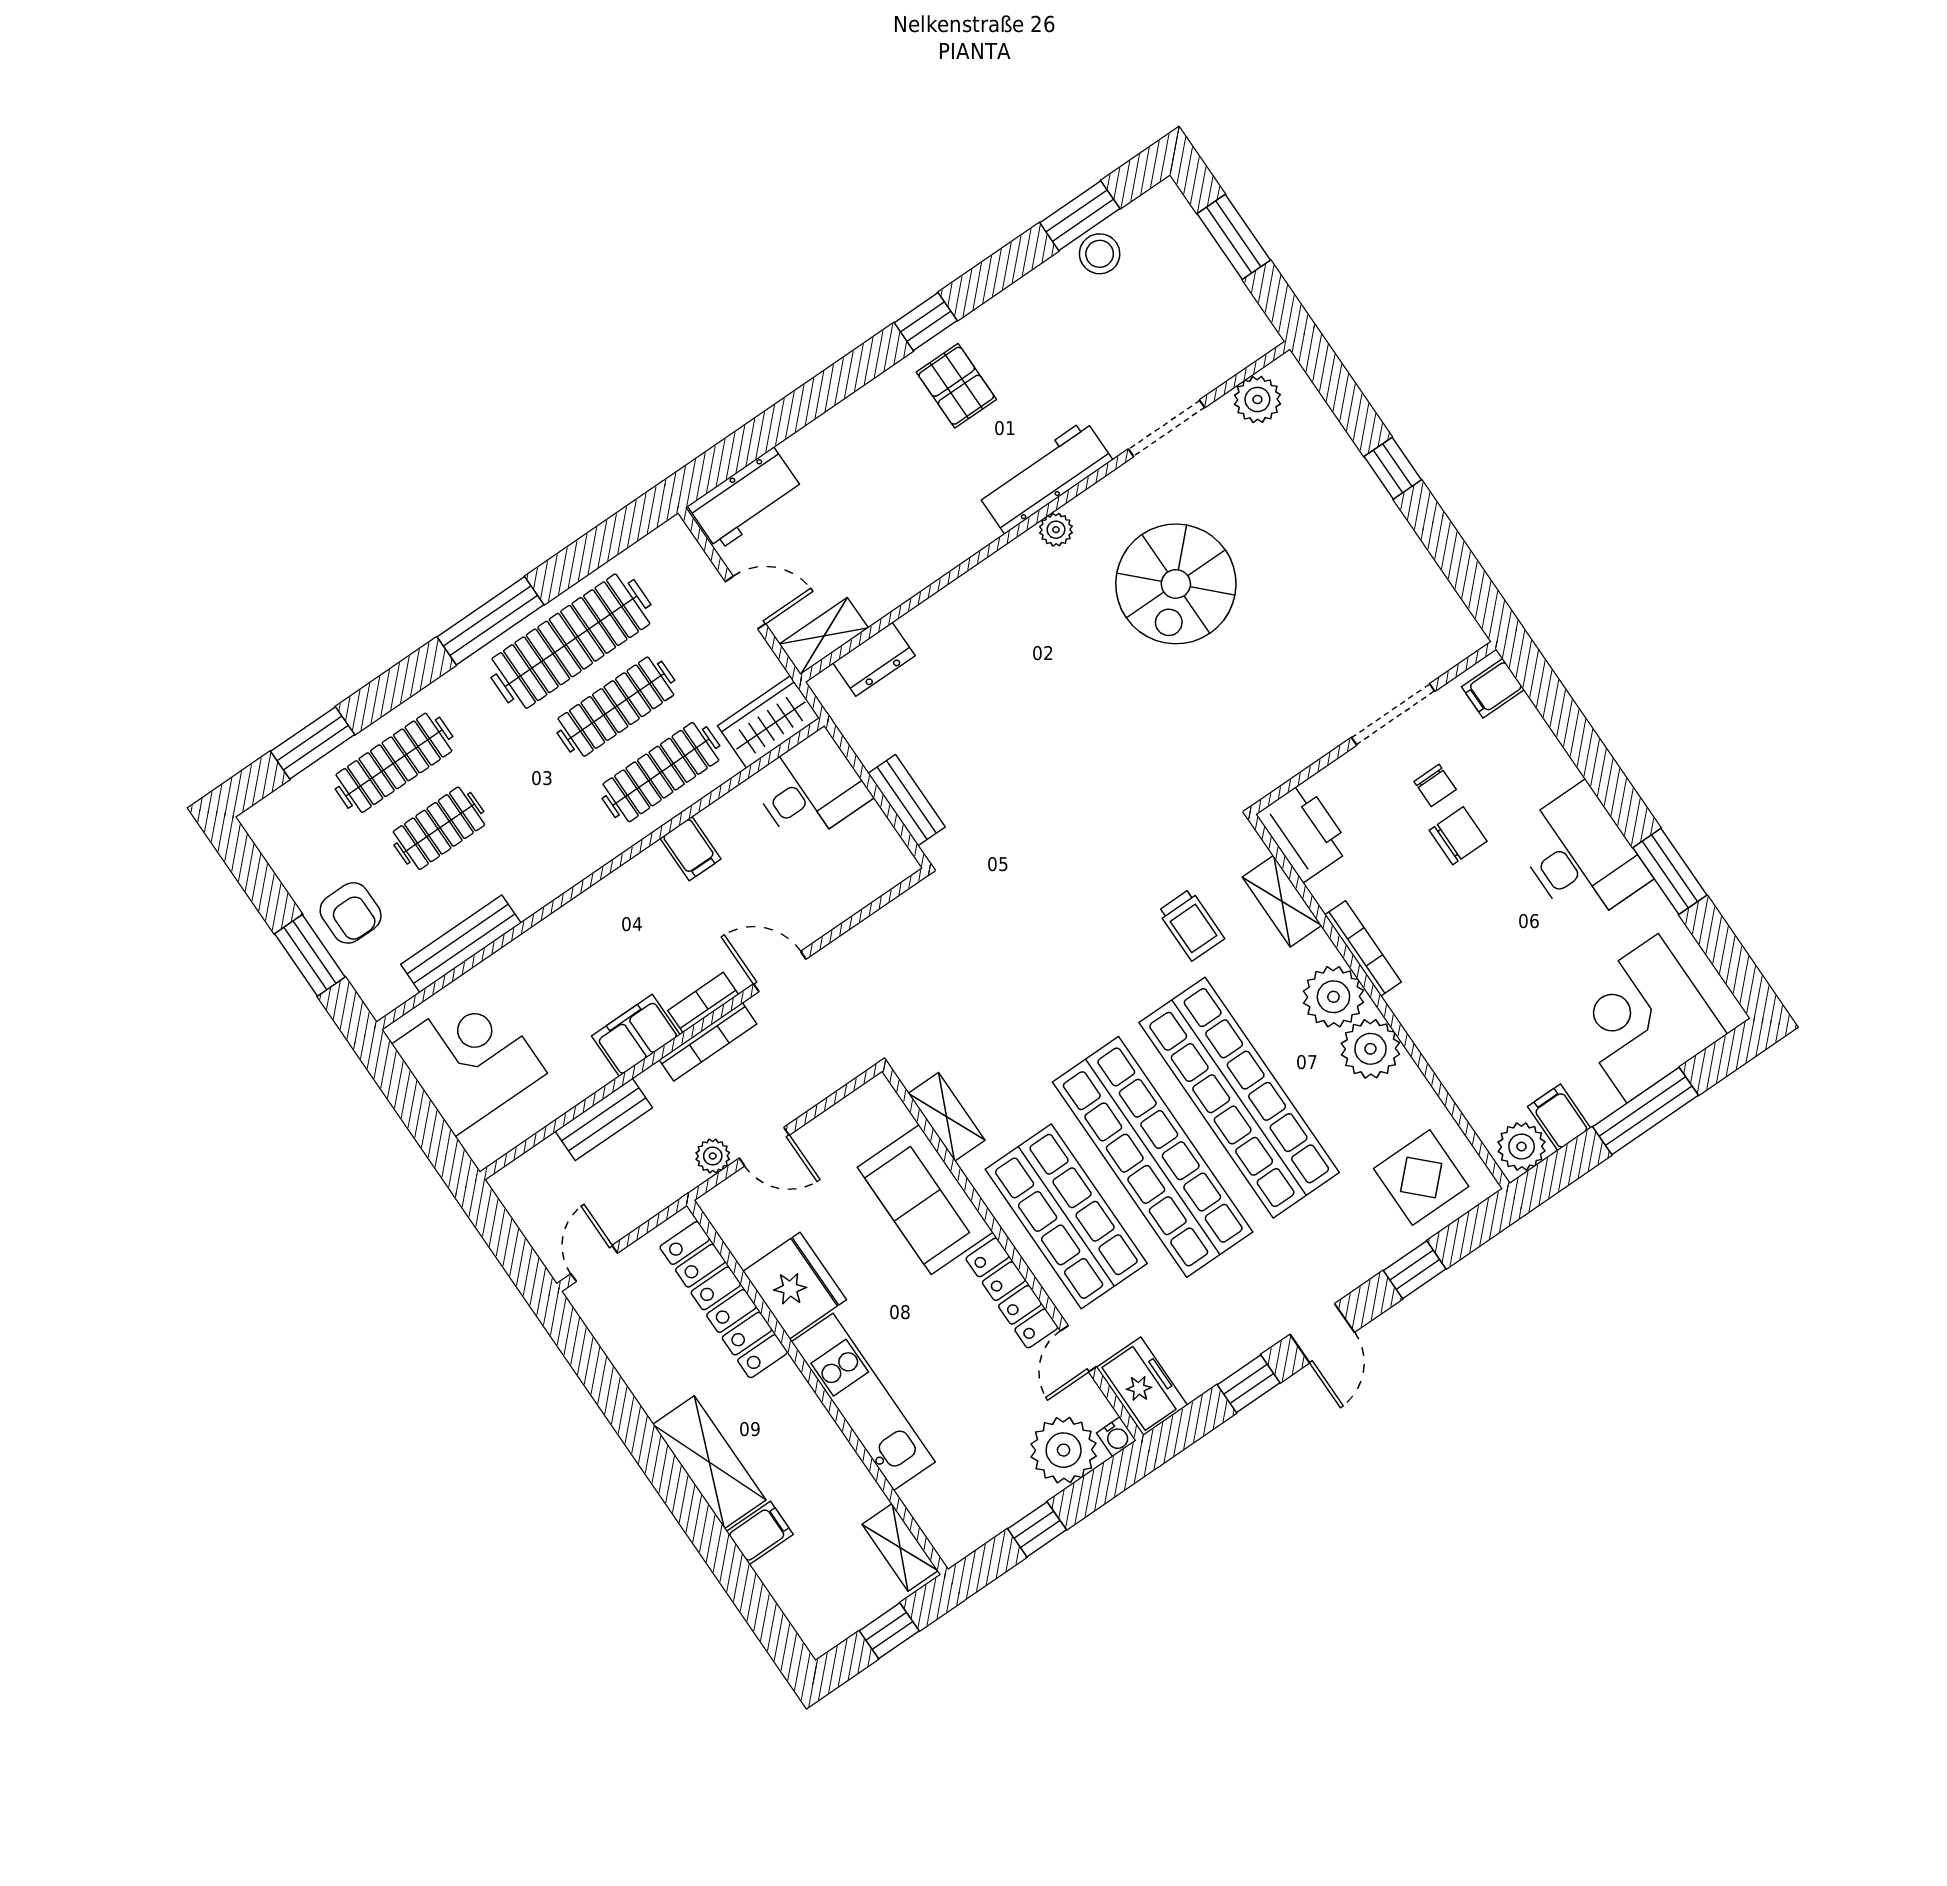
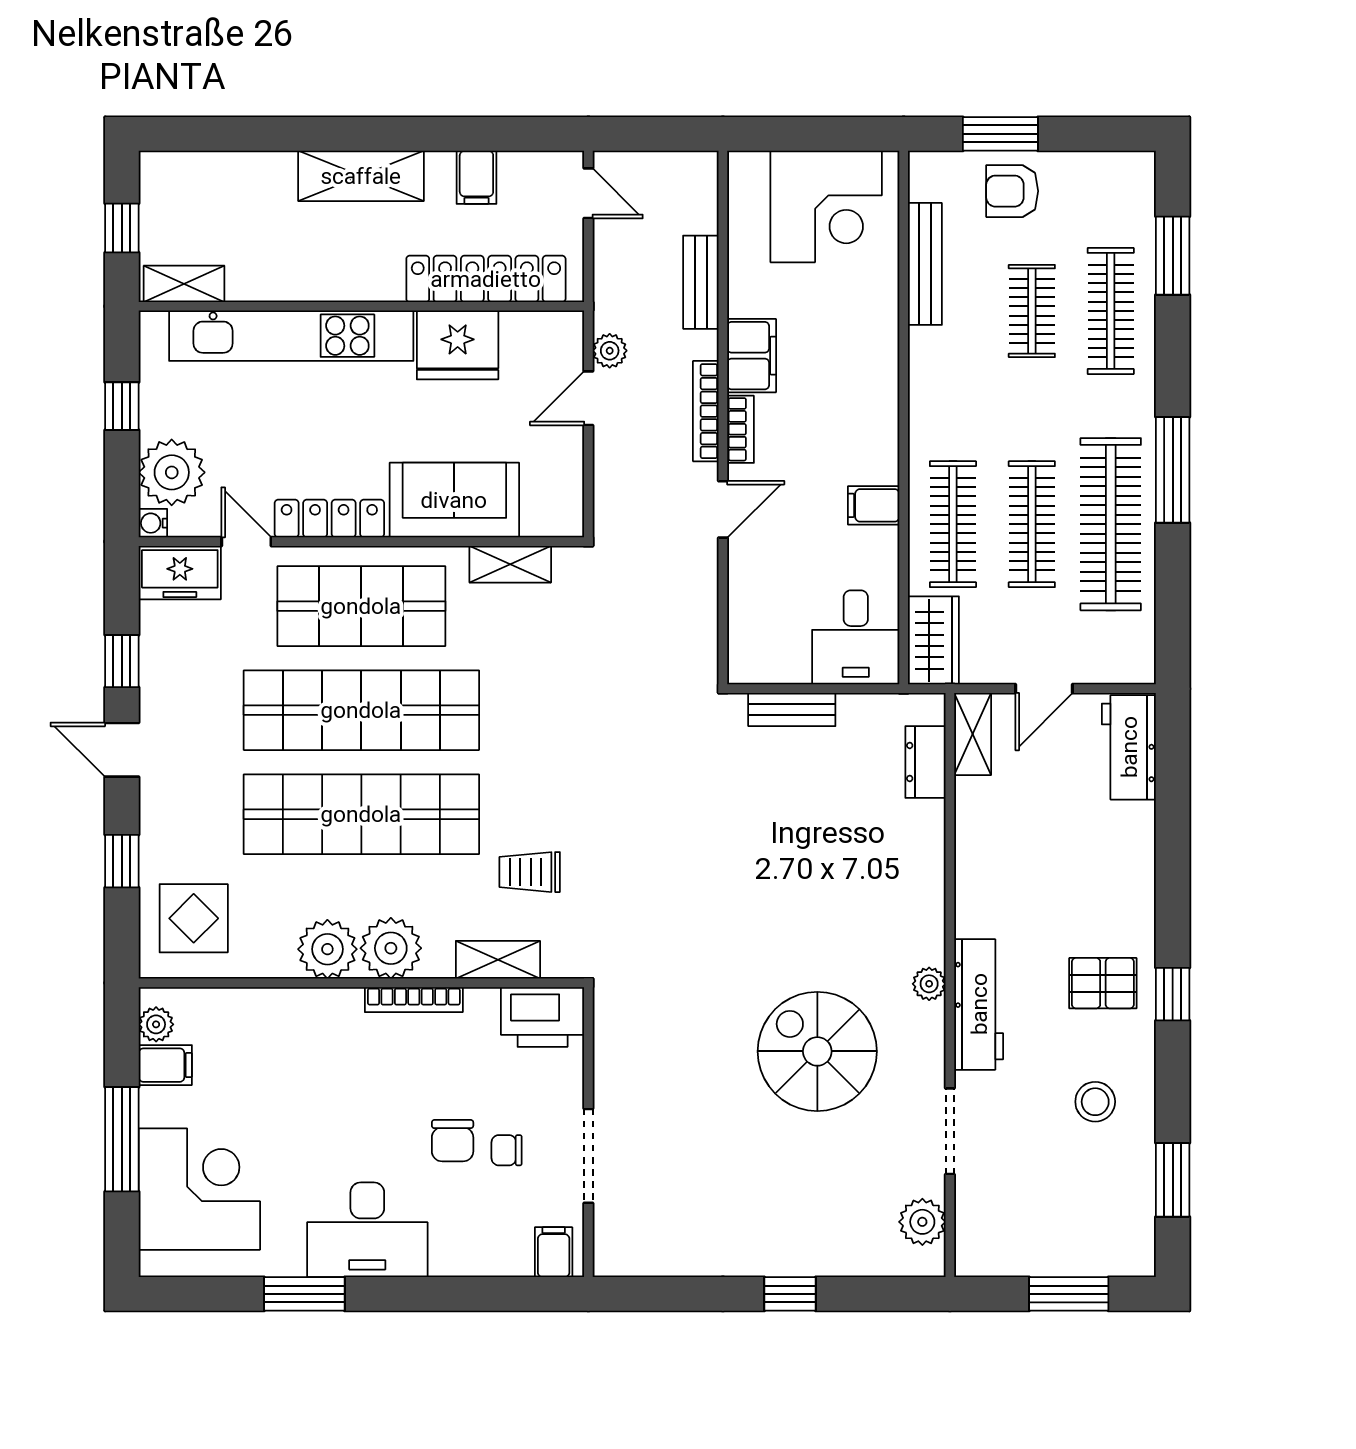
stool: (1100, 254) -> (1095, 1102), moved
plant: (1522, 1147) -> (156, 1024), width x0.73, depth x0.73
kitchen unit: (863, 1402) -> (291, 336), width x1.36
filing cabinet: (760, 1533) -> (476, 177), moved

